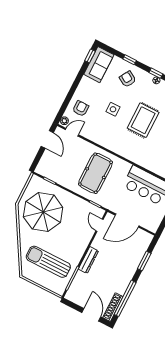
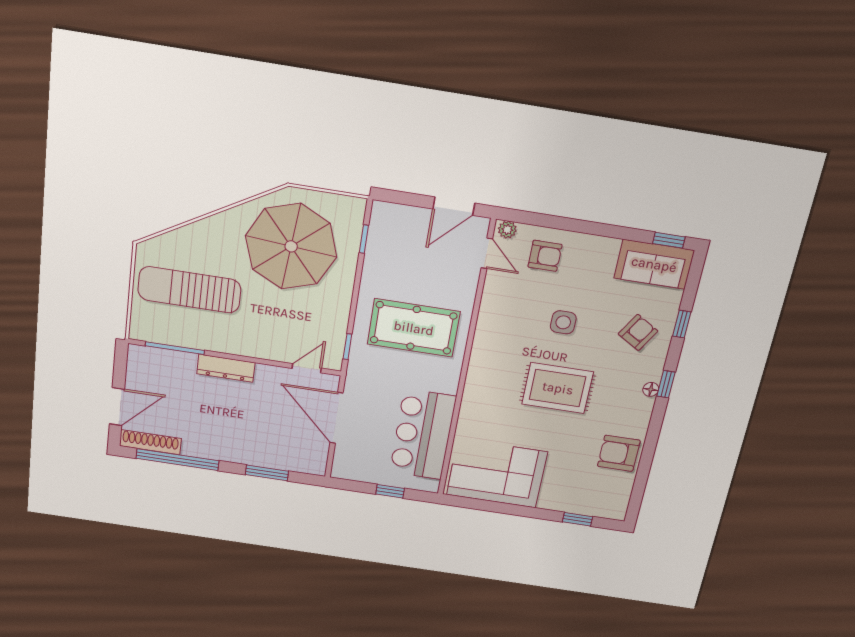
sun lounger: (48, 262) -> (189, 290), turned -90

